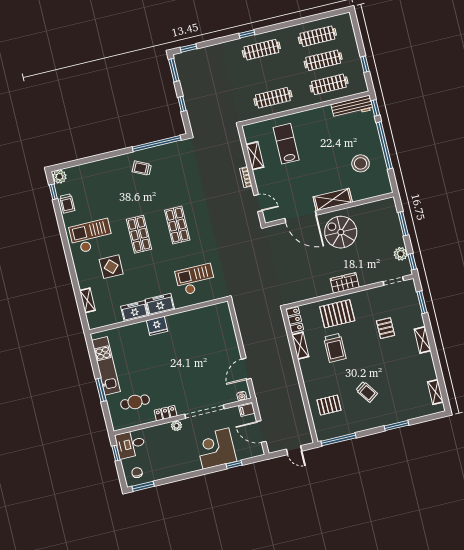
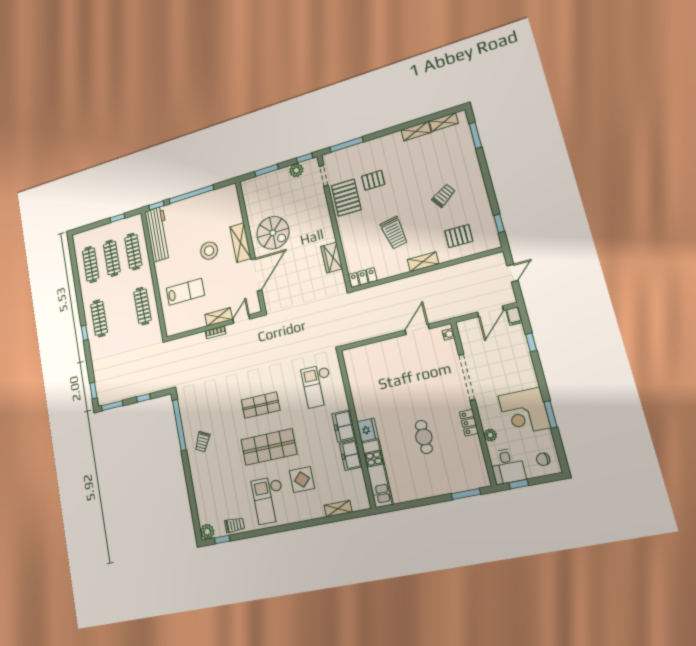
workbench: (352, 107) -> (158, 234), width x1.36, depth x1.32
lab bench: (286, 144) -> (185, 292), turned 180
shelving: (255, 156) -> (219, 317), moved
stool: (361, 163) -> (209, 251), moved
spiral stairs: (341, 232) -> (273, 233), turned -90
shop shelf: (139, 234) -> (269, 447), width x1.43, depth x1.36
wardrobe: (345, 283) -> (332, 258), moved
window: (422, 302) -> (346, 145), width x1.44
pallet: (337, 314) -> (346, 198), moved
shelving: (423, 340) -> (416, 131), moved
shelving: (300, 346) -> (423, 262), moved
trolley: (335, 348) -> (394, 233), turned 79
kitchen unit: (106, 366) -> (377, 473), moved, turned 90
door: (246, 369) -> (417, 329), swing flipped
window: (101, 390) -> (466, 494), moved
cafe table: (135, 402) -> (424, 437), moved
pallet: (329, 405) -> (459, 236), turned 90
filing cabinet: (247, 410) -> (514, 316), moved
window: (396, 425) -> (475, 135), moved
plant: (176, 426) -> (490, 435), moved
window: (339, 439) -> (499, 223), width x0.46
corner desk: (216, 448) -> (524, 412), moved
window: (143, 486) -> (550, 414), moved

